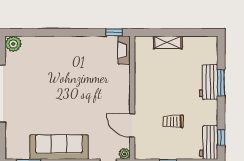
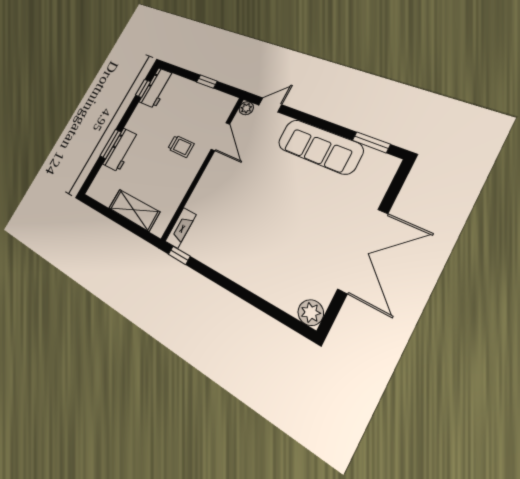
shelving: (168, 42) -> (134, 210), width x1.50, depth x1.33
trolley: (173, 121) -> (181, 146), moved

